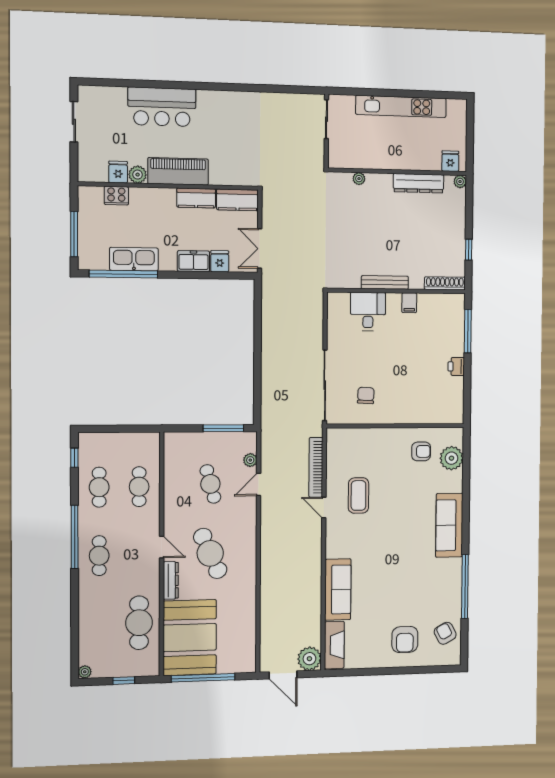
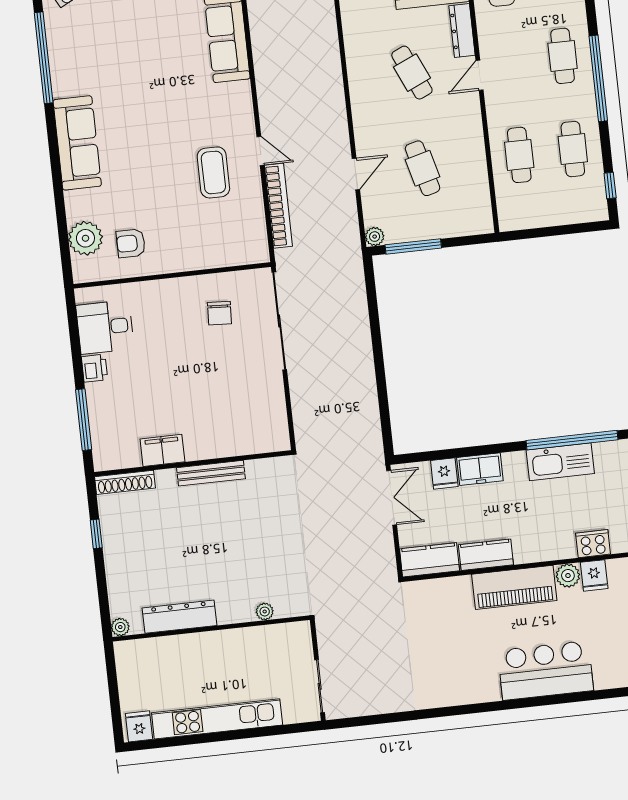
fridge: (450, 161) -> (139, 726), moved, turned 180
filing cabinet: (409, 303) -> (162, 450), width x2.00
desk: (368, 312) -> (105, 327), moved, turned 90
plant: (250, 460) -> (375, 237), moved
door: (162, 547) -> (480, 75), hinge flipped
cafe table: (210, 553) -> (412, 73), width x0.73, depth x0.74

